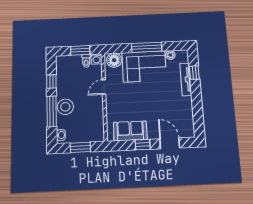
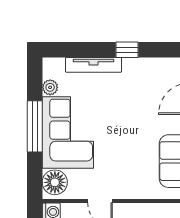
window: (194, 73) -> (127, 50), moved

